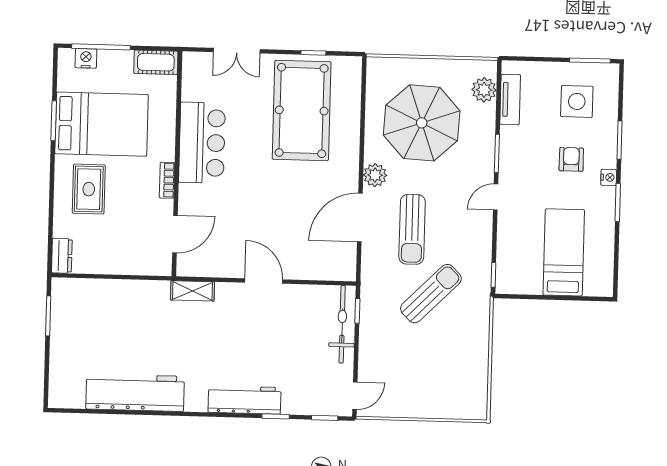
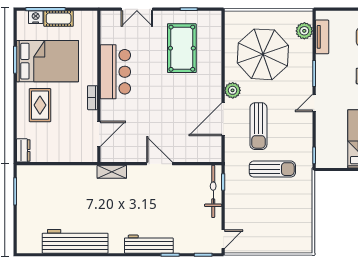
cot: (156, 62) -> (59, 19), moved
pool table: (302, 110) -> (182, 48), width x0.73, depth x0.76
sun lounger: (431, 294) -> (272, 169), turned 45

